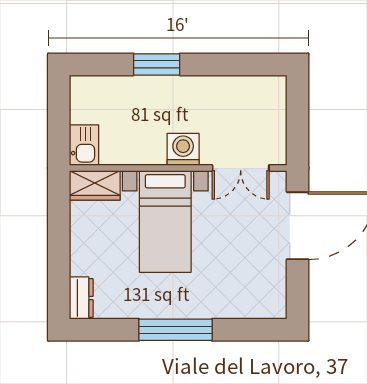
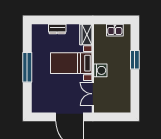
kitchen sink: (84, 145) -> (115, 30), moved
dresser: (81, 298) -> (57, 29), moved

